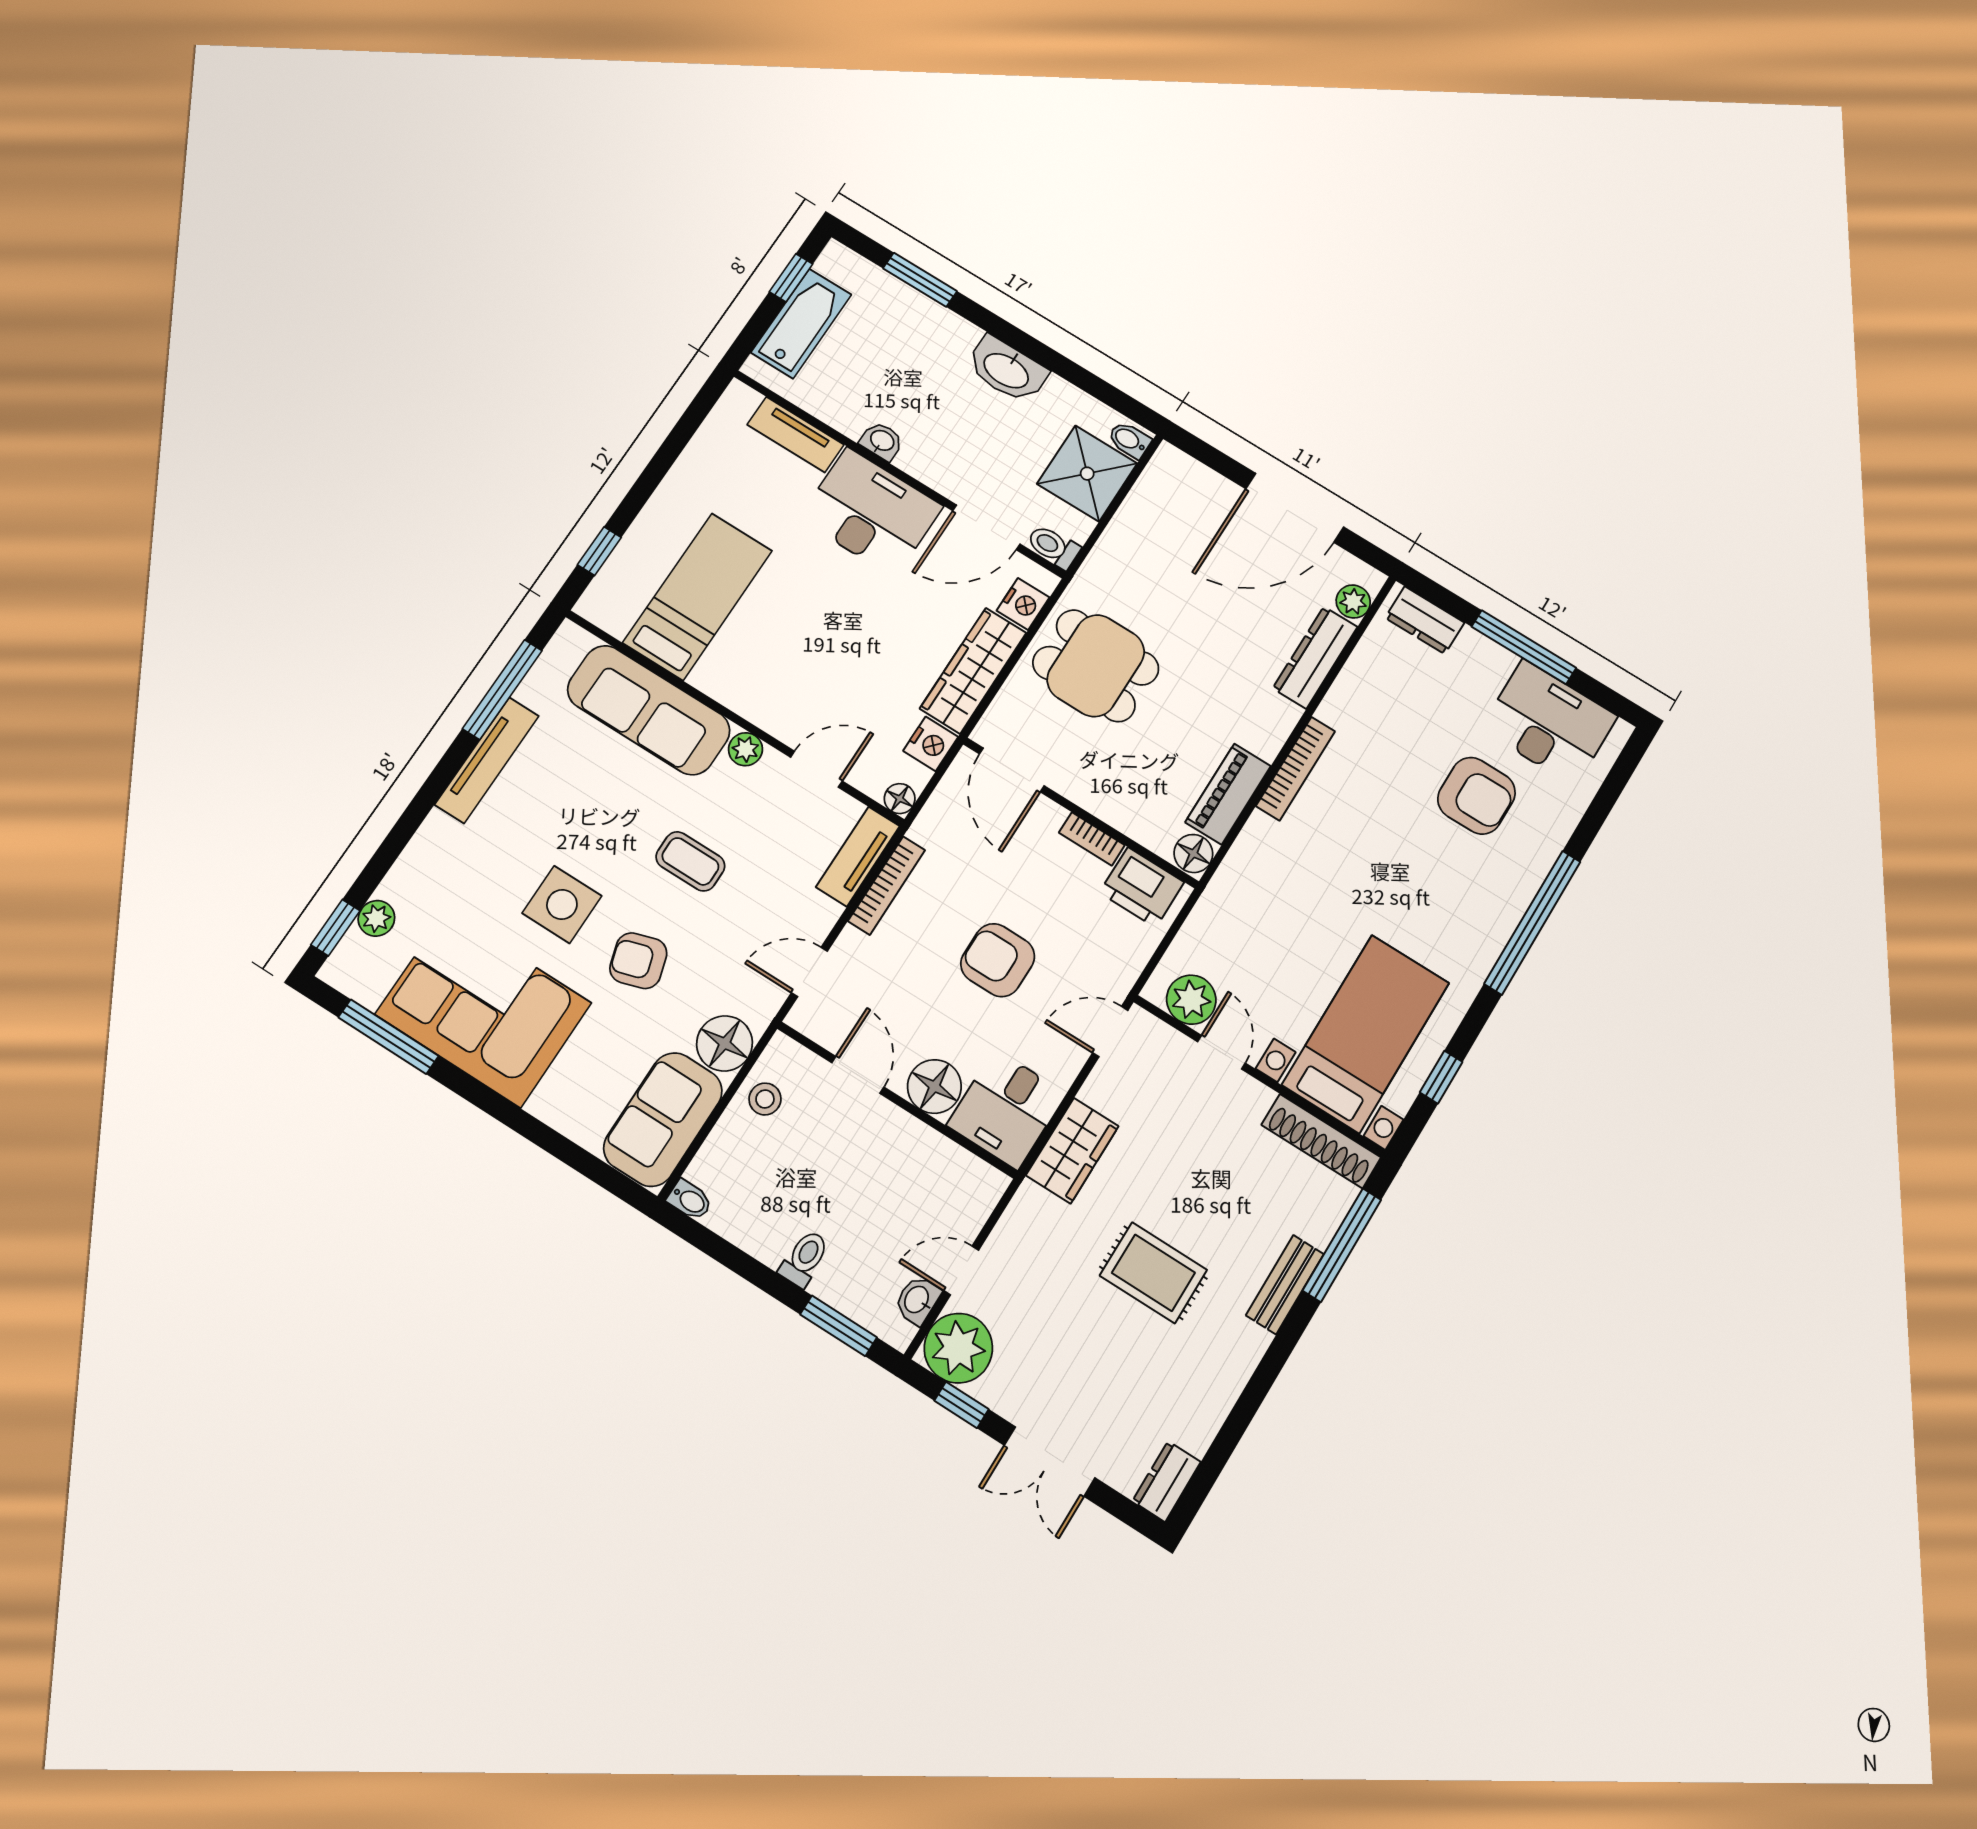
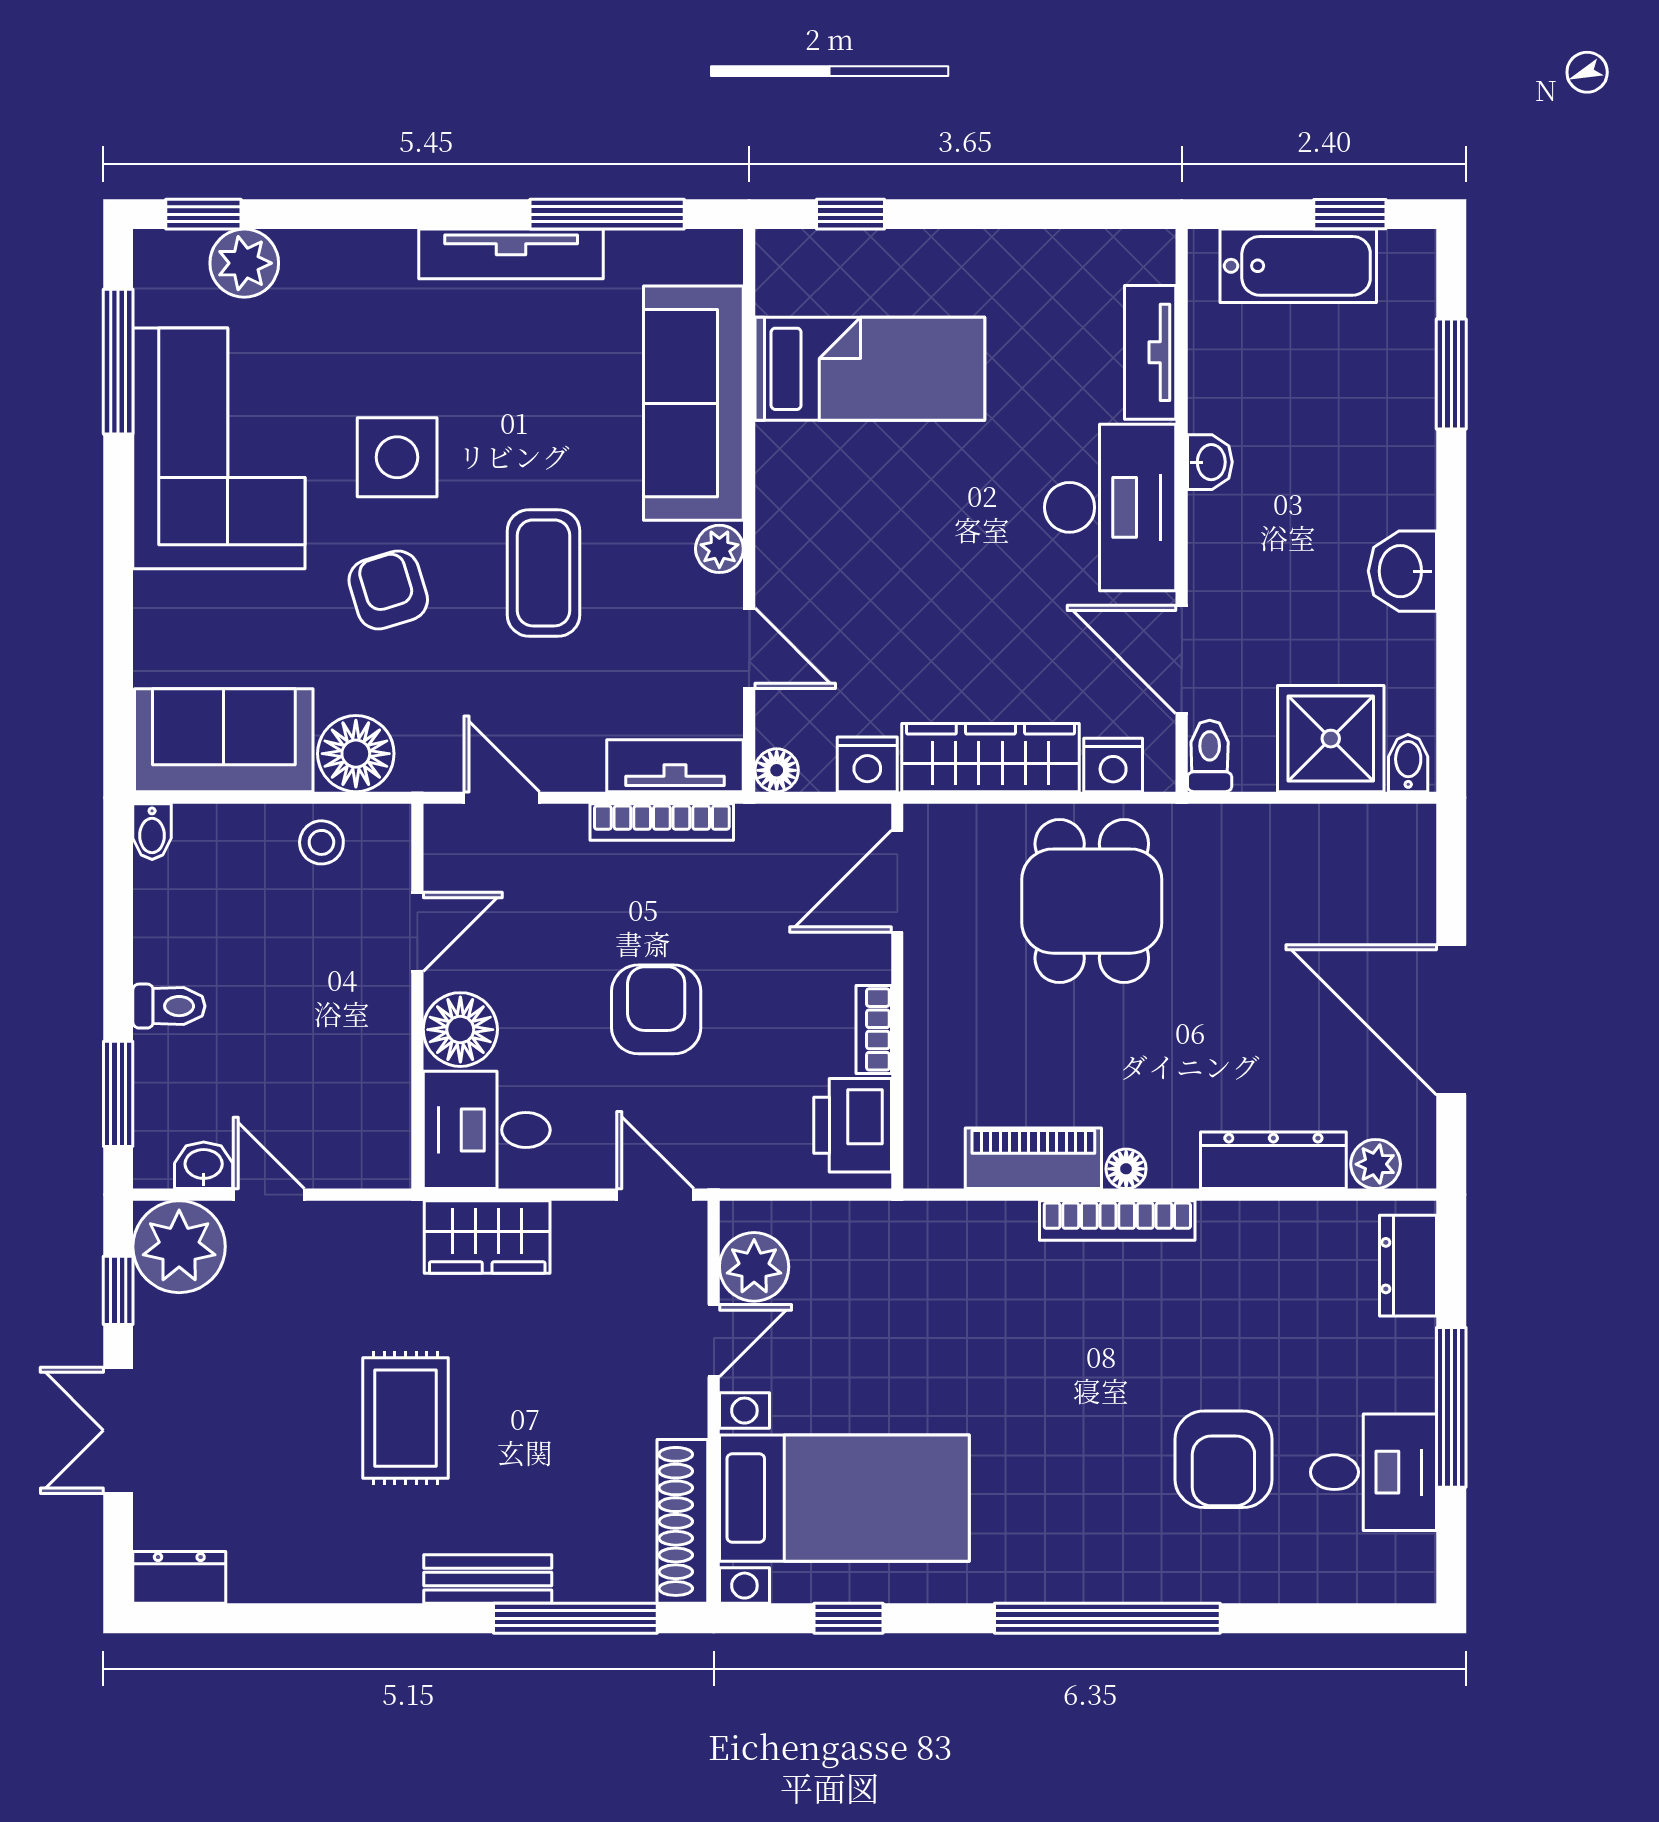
washbasin: (1007, 370) -> (1402, 571), width x0.72
desk: (1549, 723) -> (1374, 1472), width x0.73
floor lamp: (1193, 854) -> (1126, 1169), moved, width x0.73, depth x0.73
coffee table: (690, 861) -> (544, 573), width x1.36, depth x1.30
plant: (376, 918) -> (244, 263), width x1.38, depth x1.38

